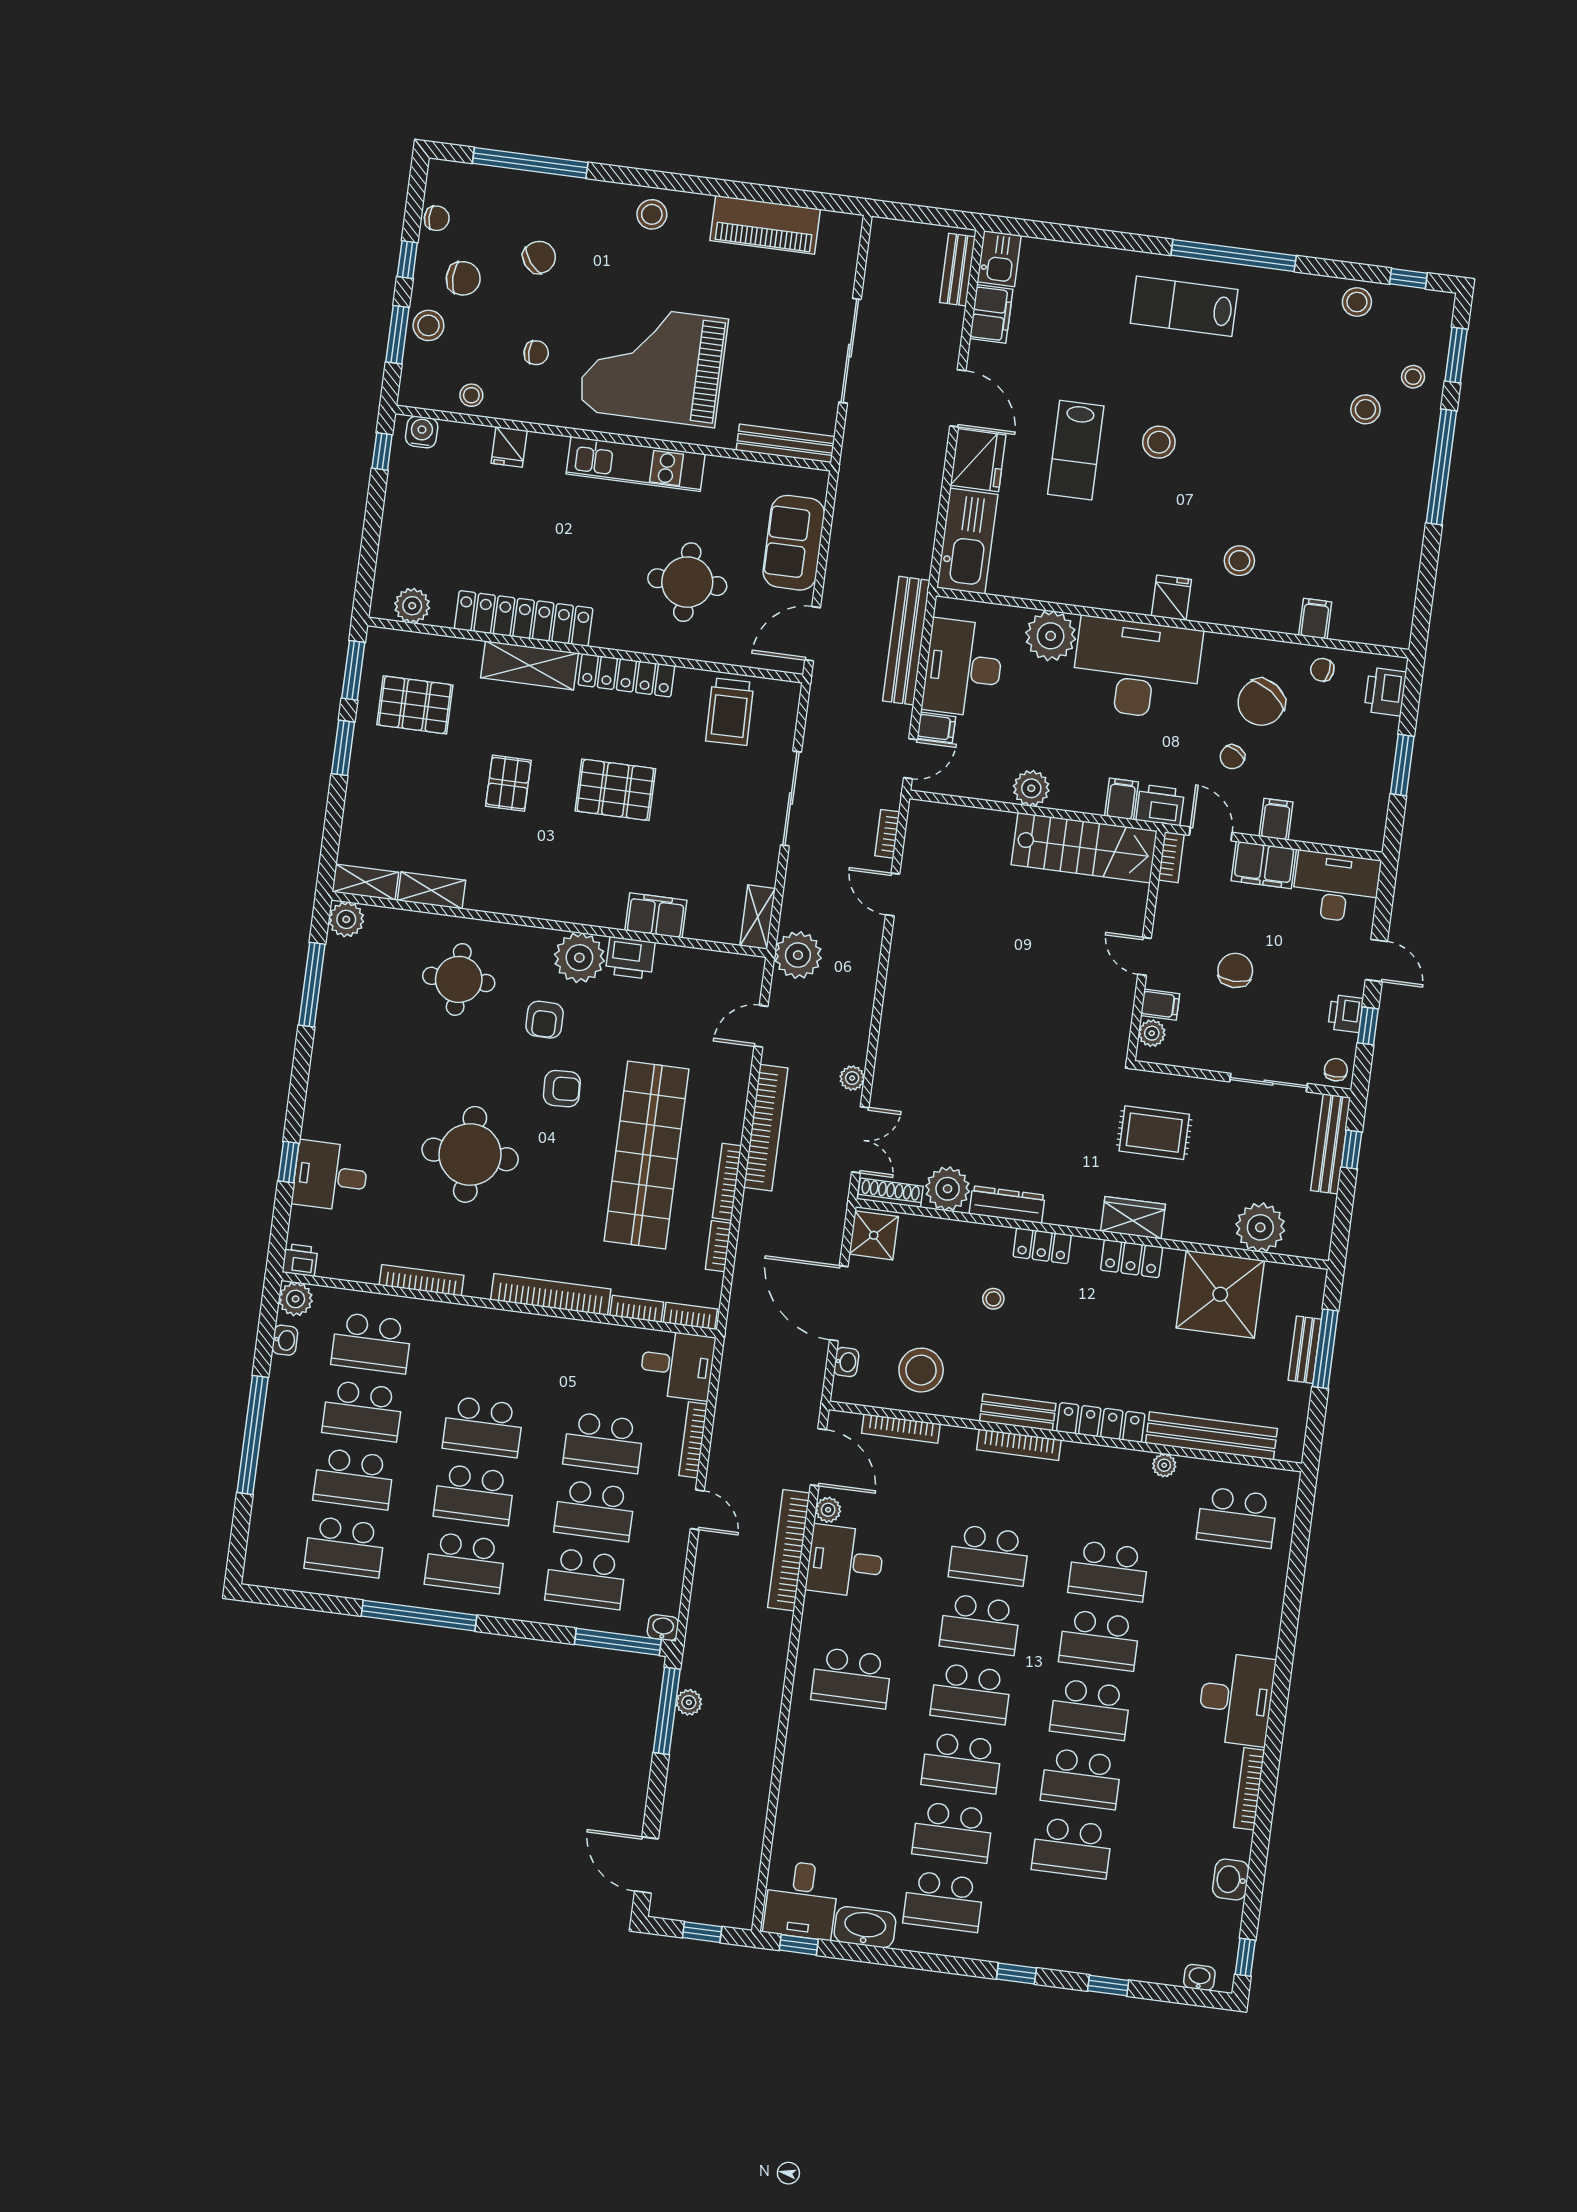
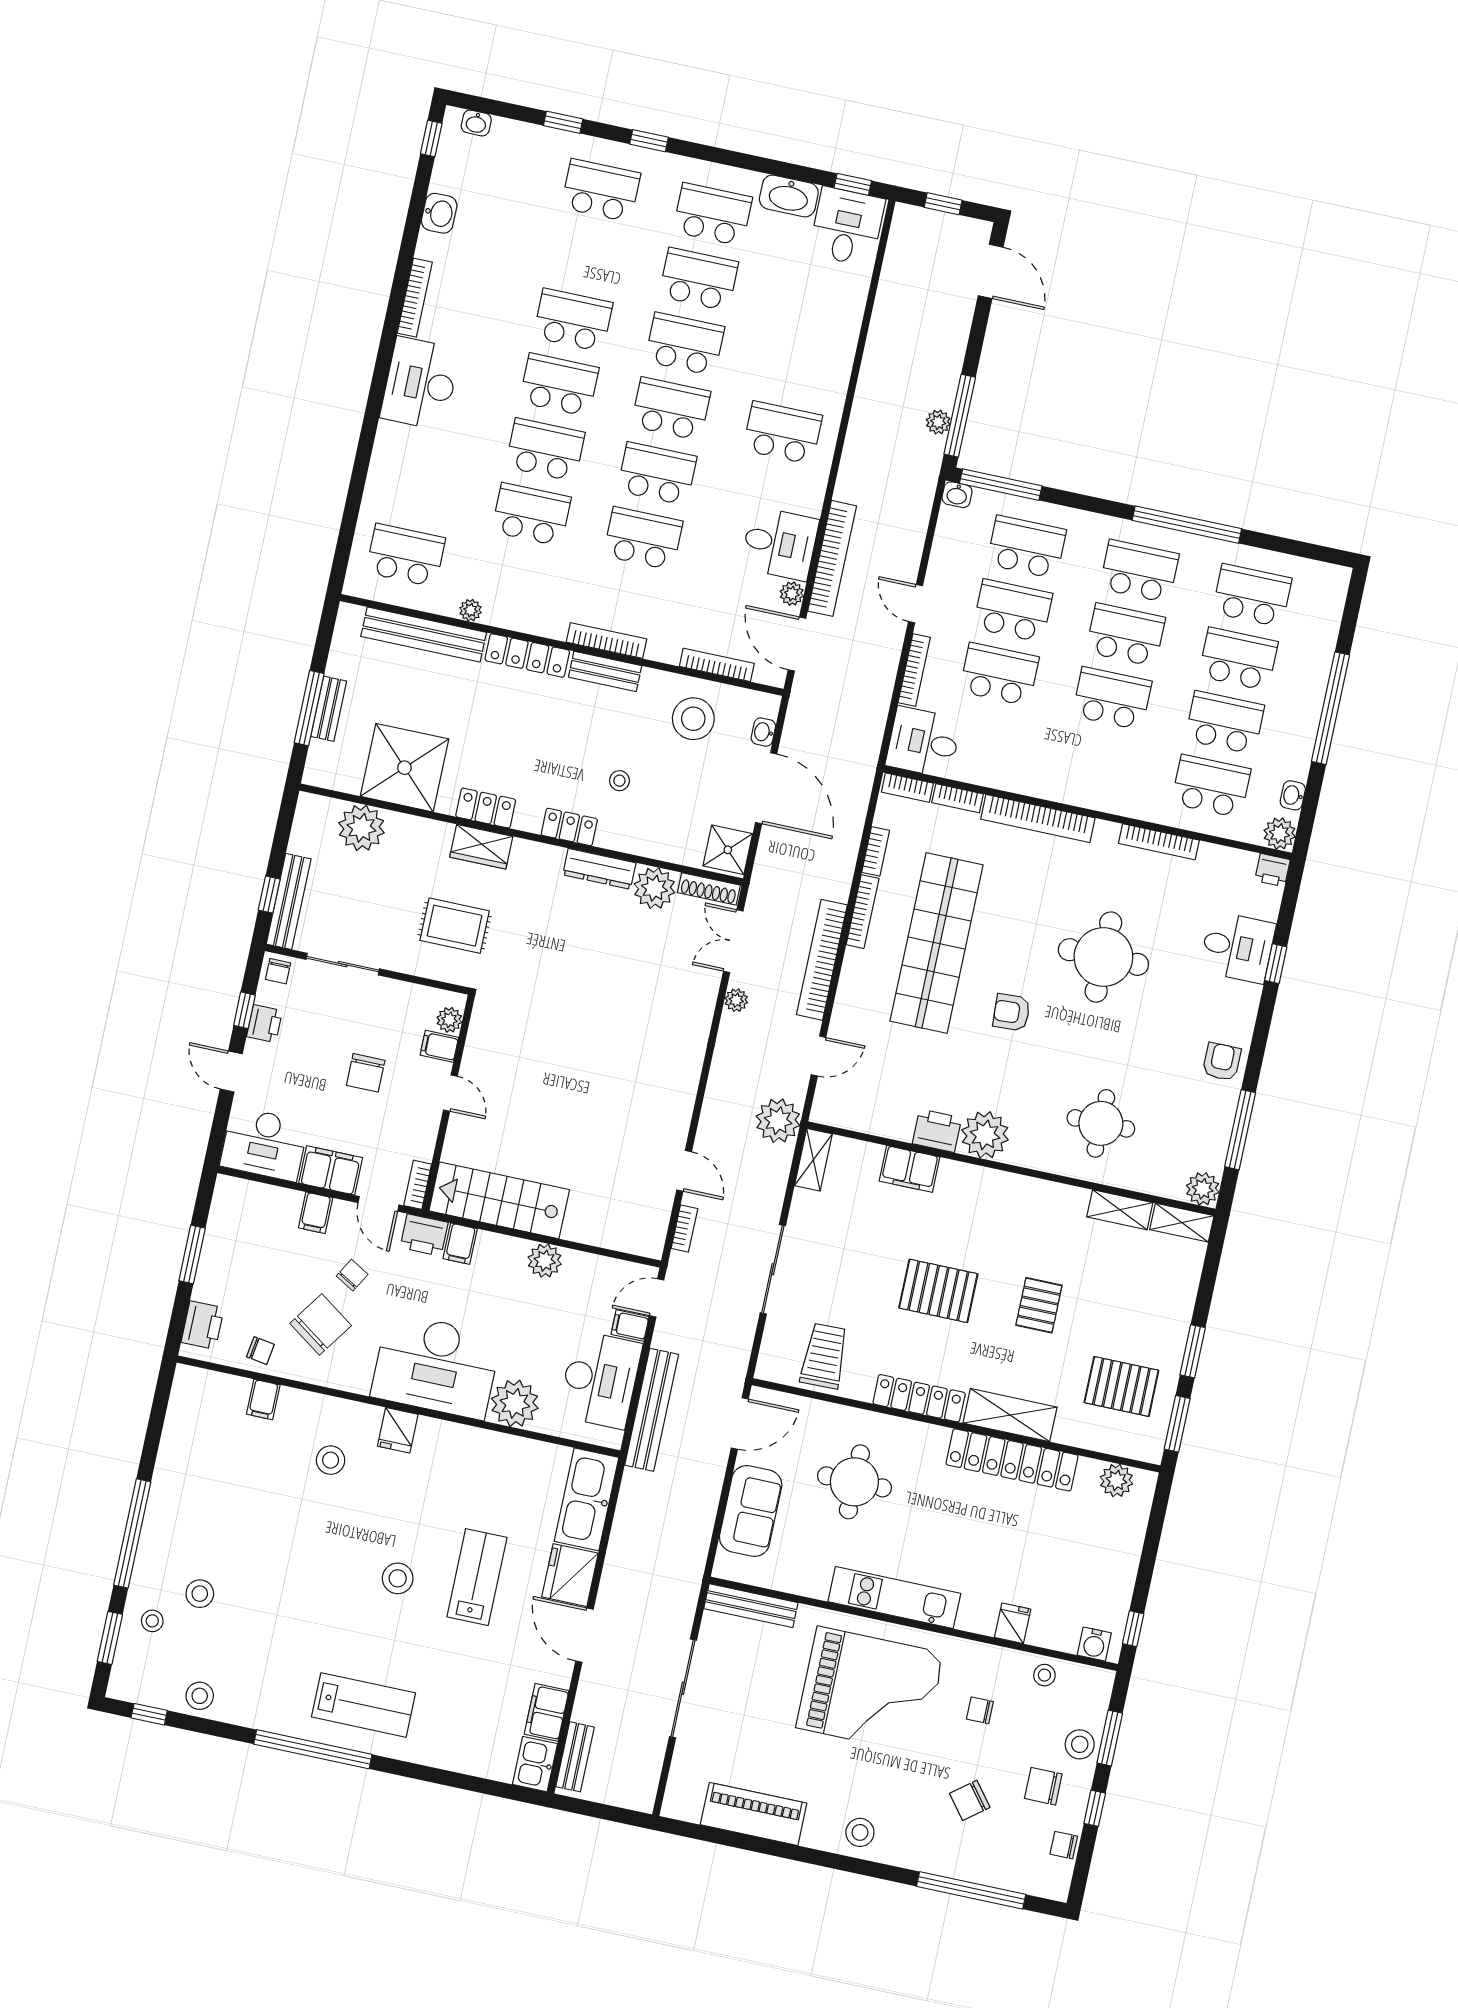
armchair: (545, 1020) -> (1222, 1062), moved
school desk: (1072, 1848) -> (601, 190), moved

